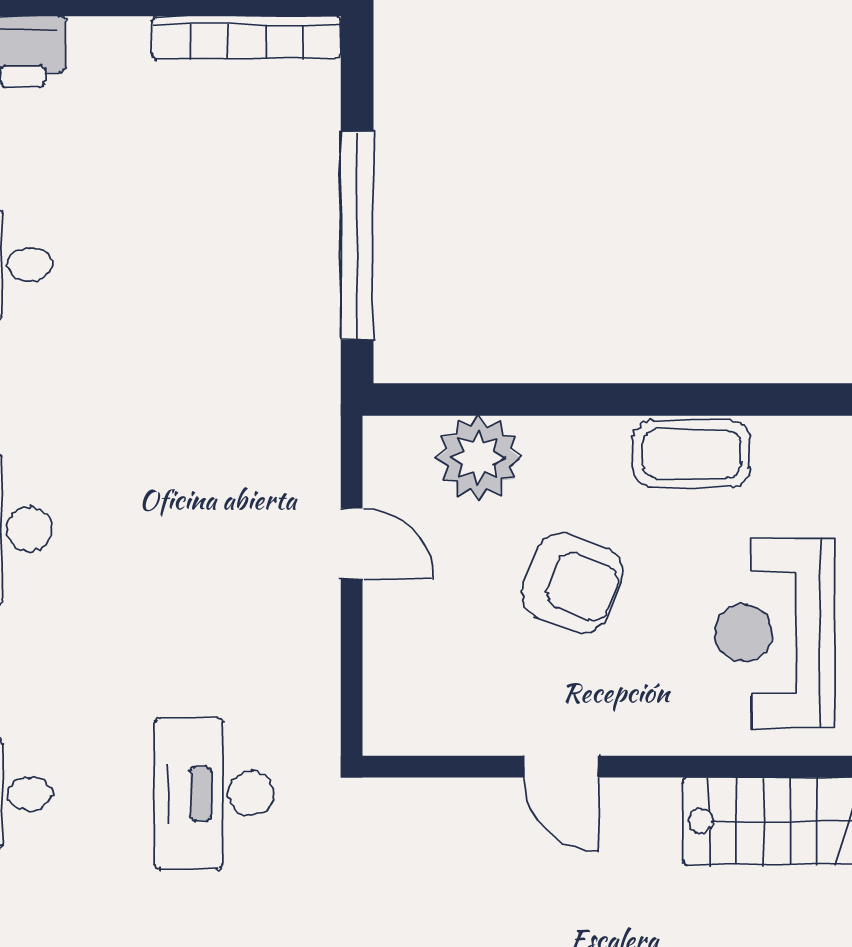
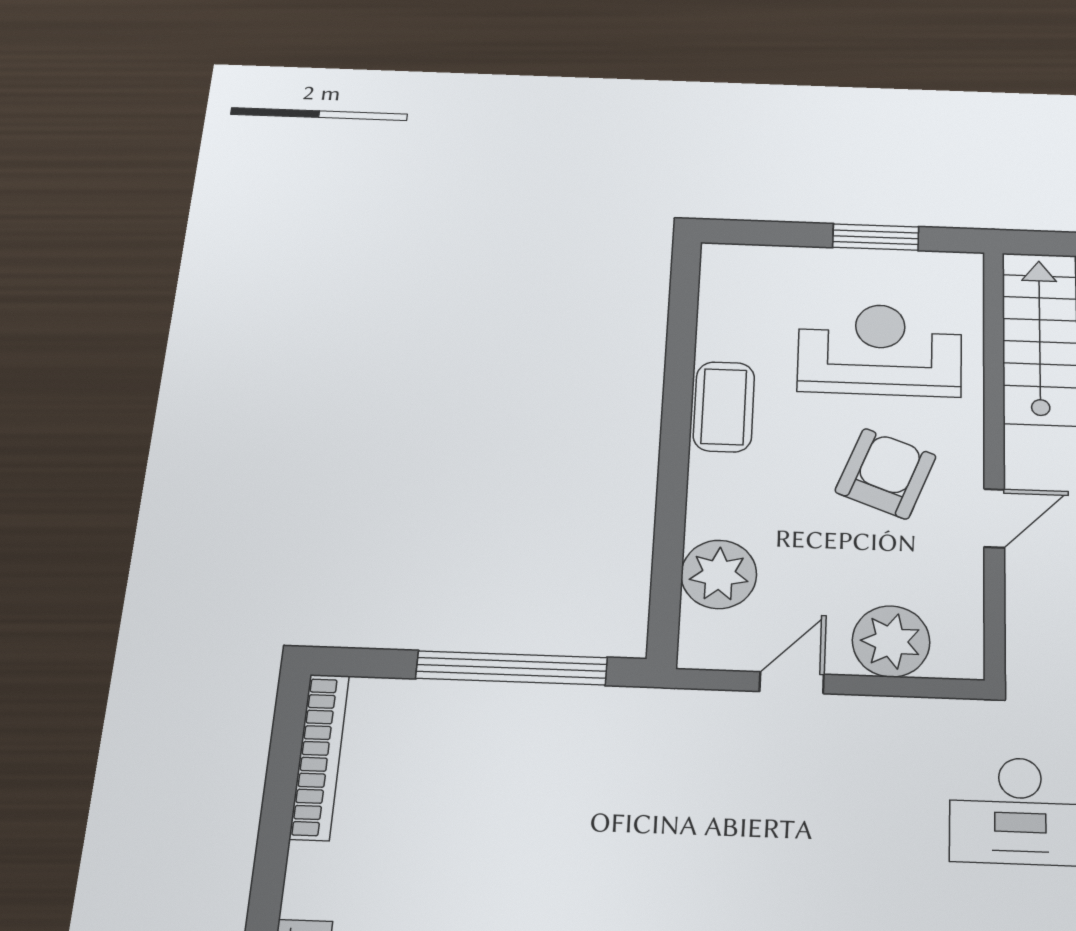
armchair: (573, 583) -> (886, 474), moved
reception desk: (775, 633) -> (880, 350), turned 180
plant: (405, 652) -> (891, 641), added

